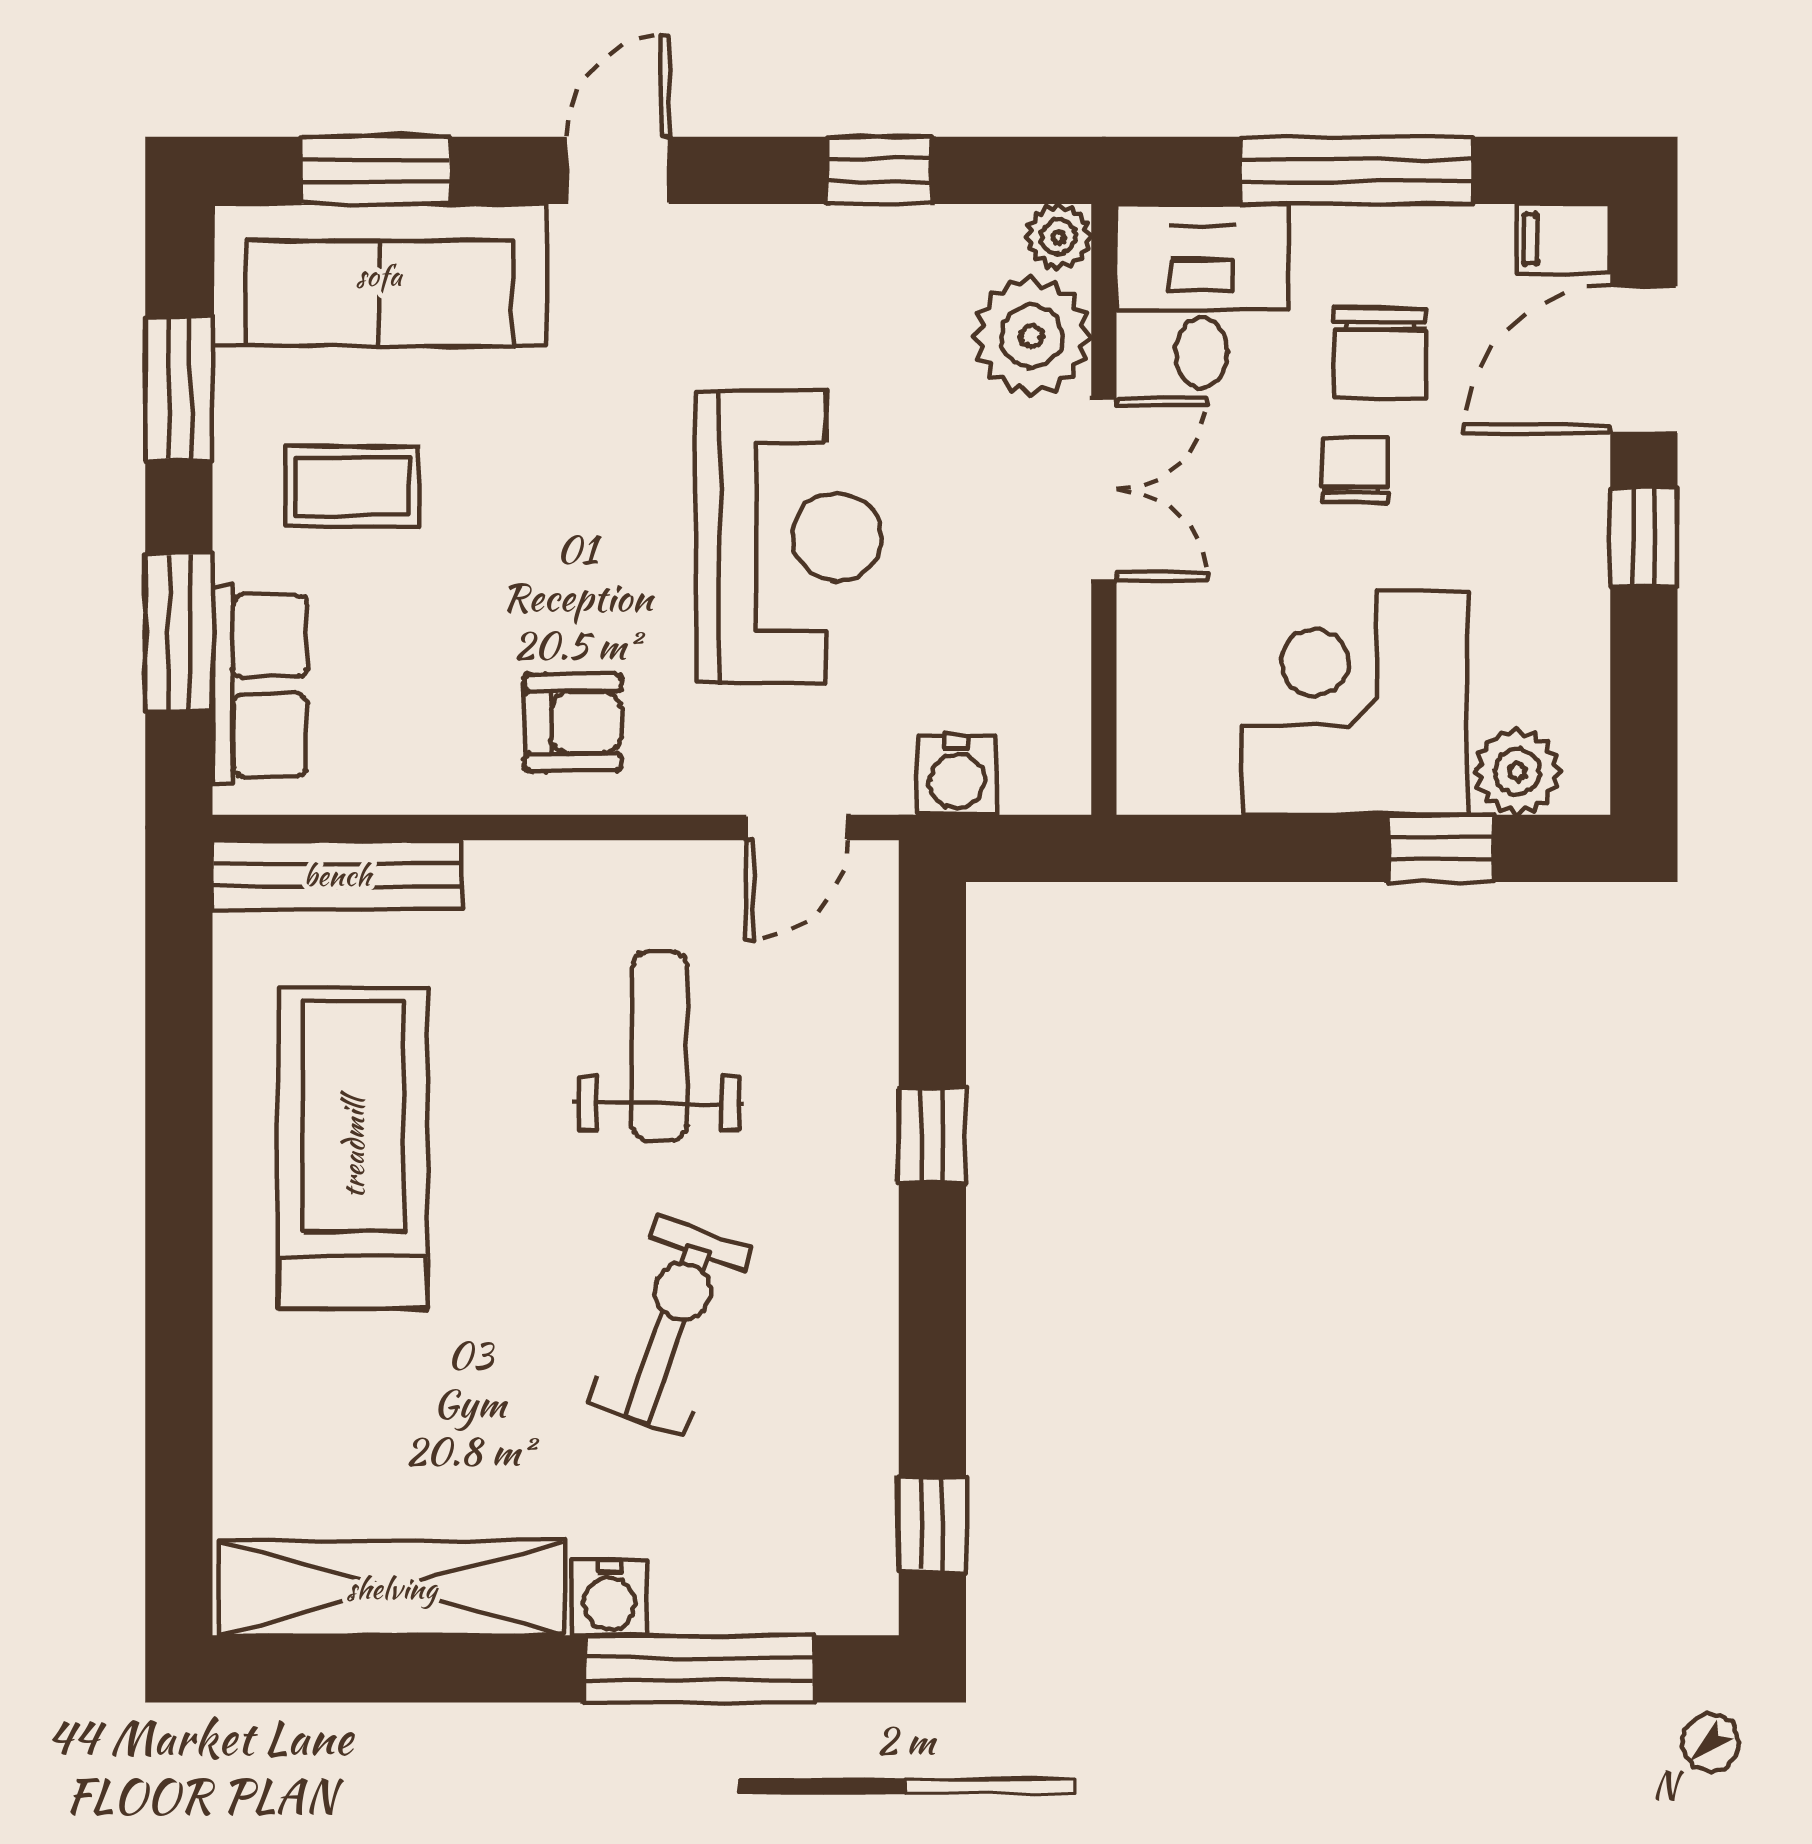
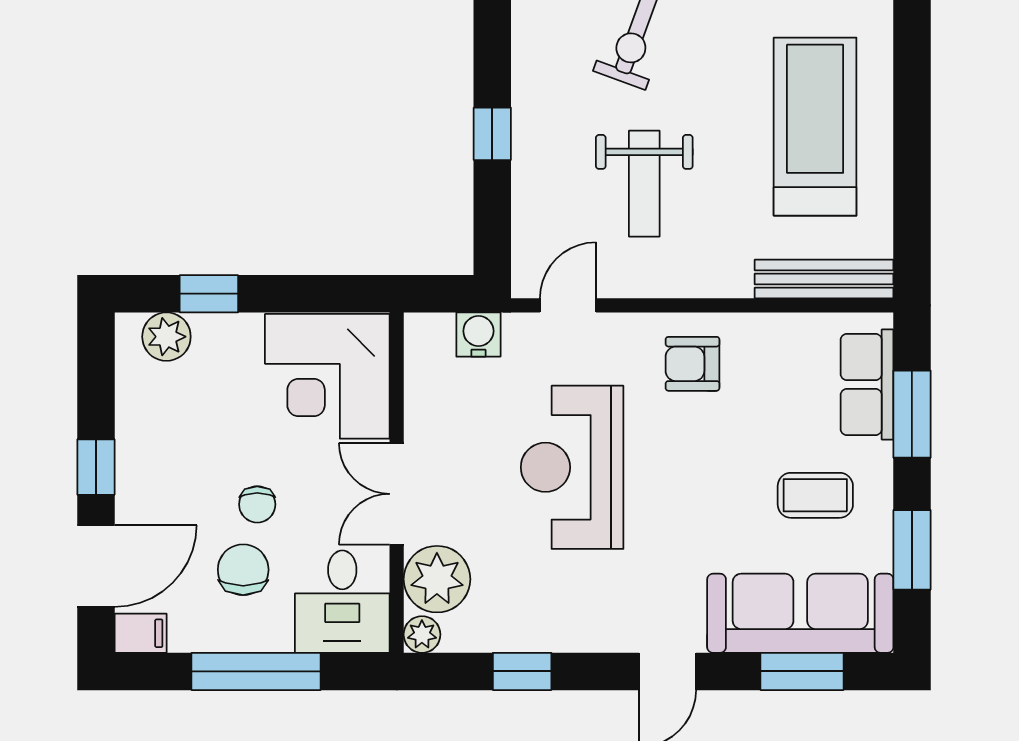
corner desk: (1355, 703) -> (327, 376), moved, turned 90
treadmill: (353, 1148) -> (815, 127), turned 180

